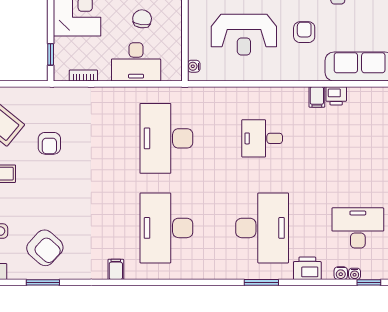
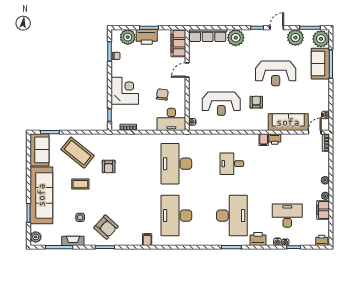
desk: (136, 62) -> (171, 119), moved

